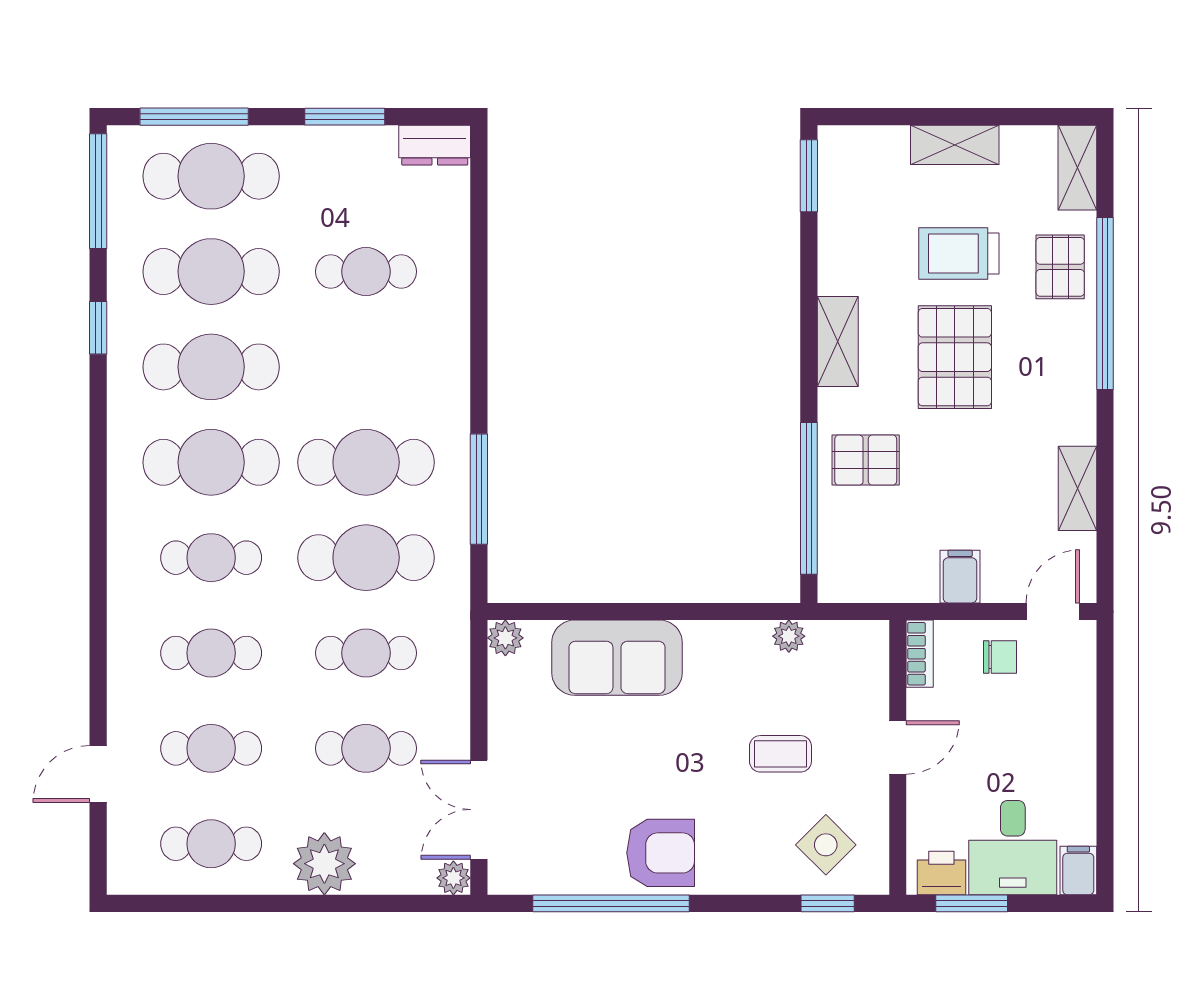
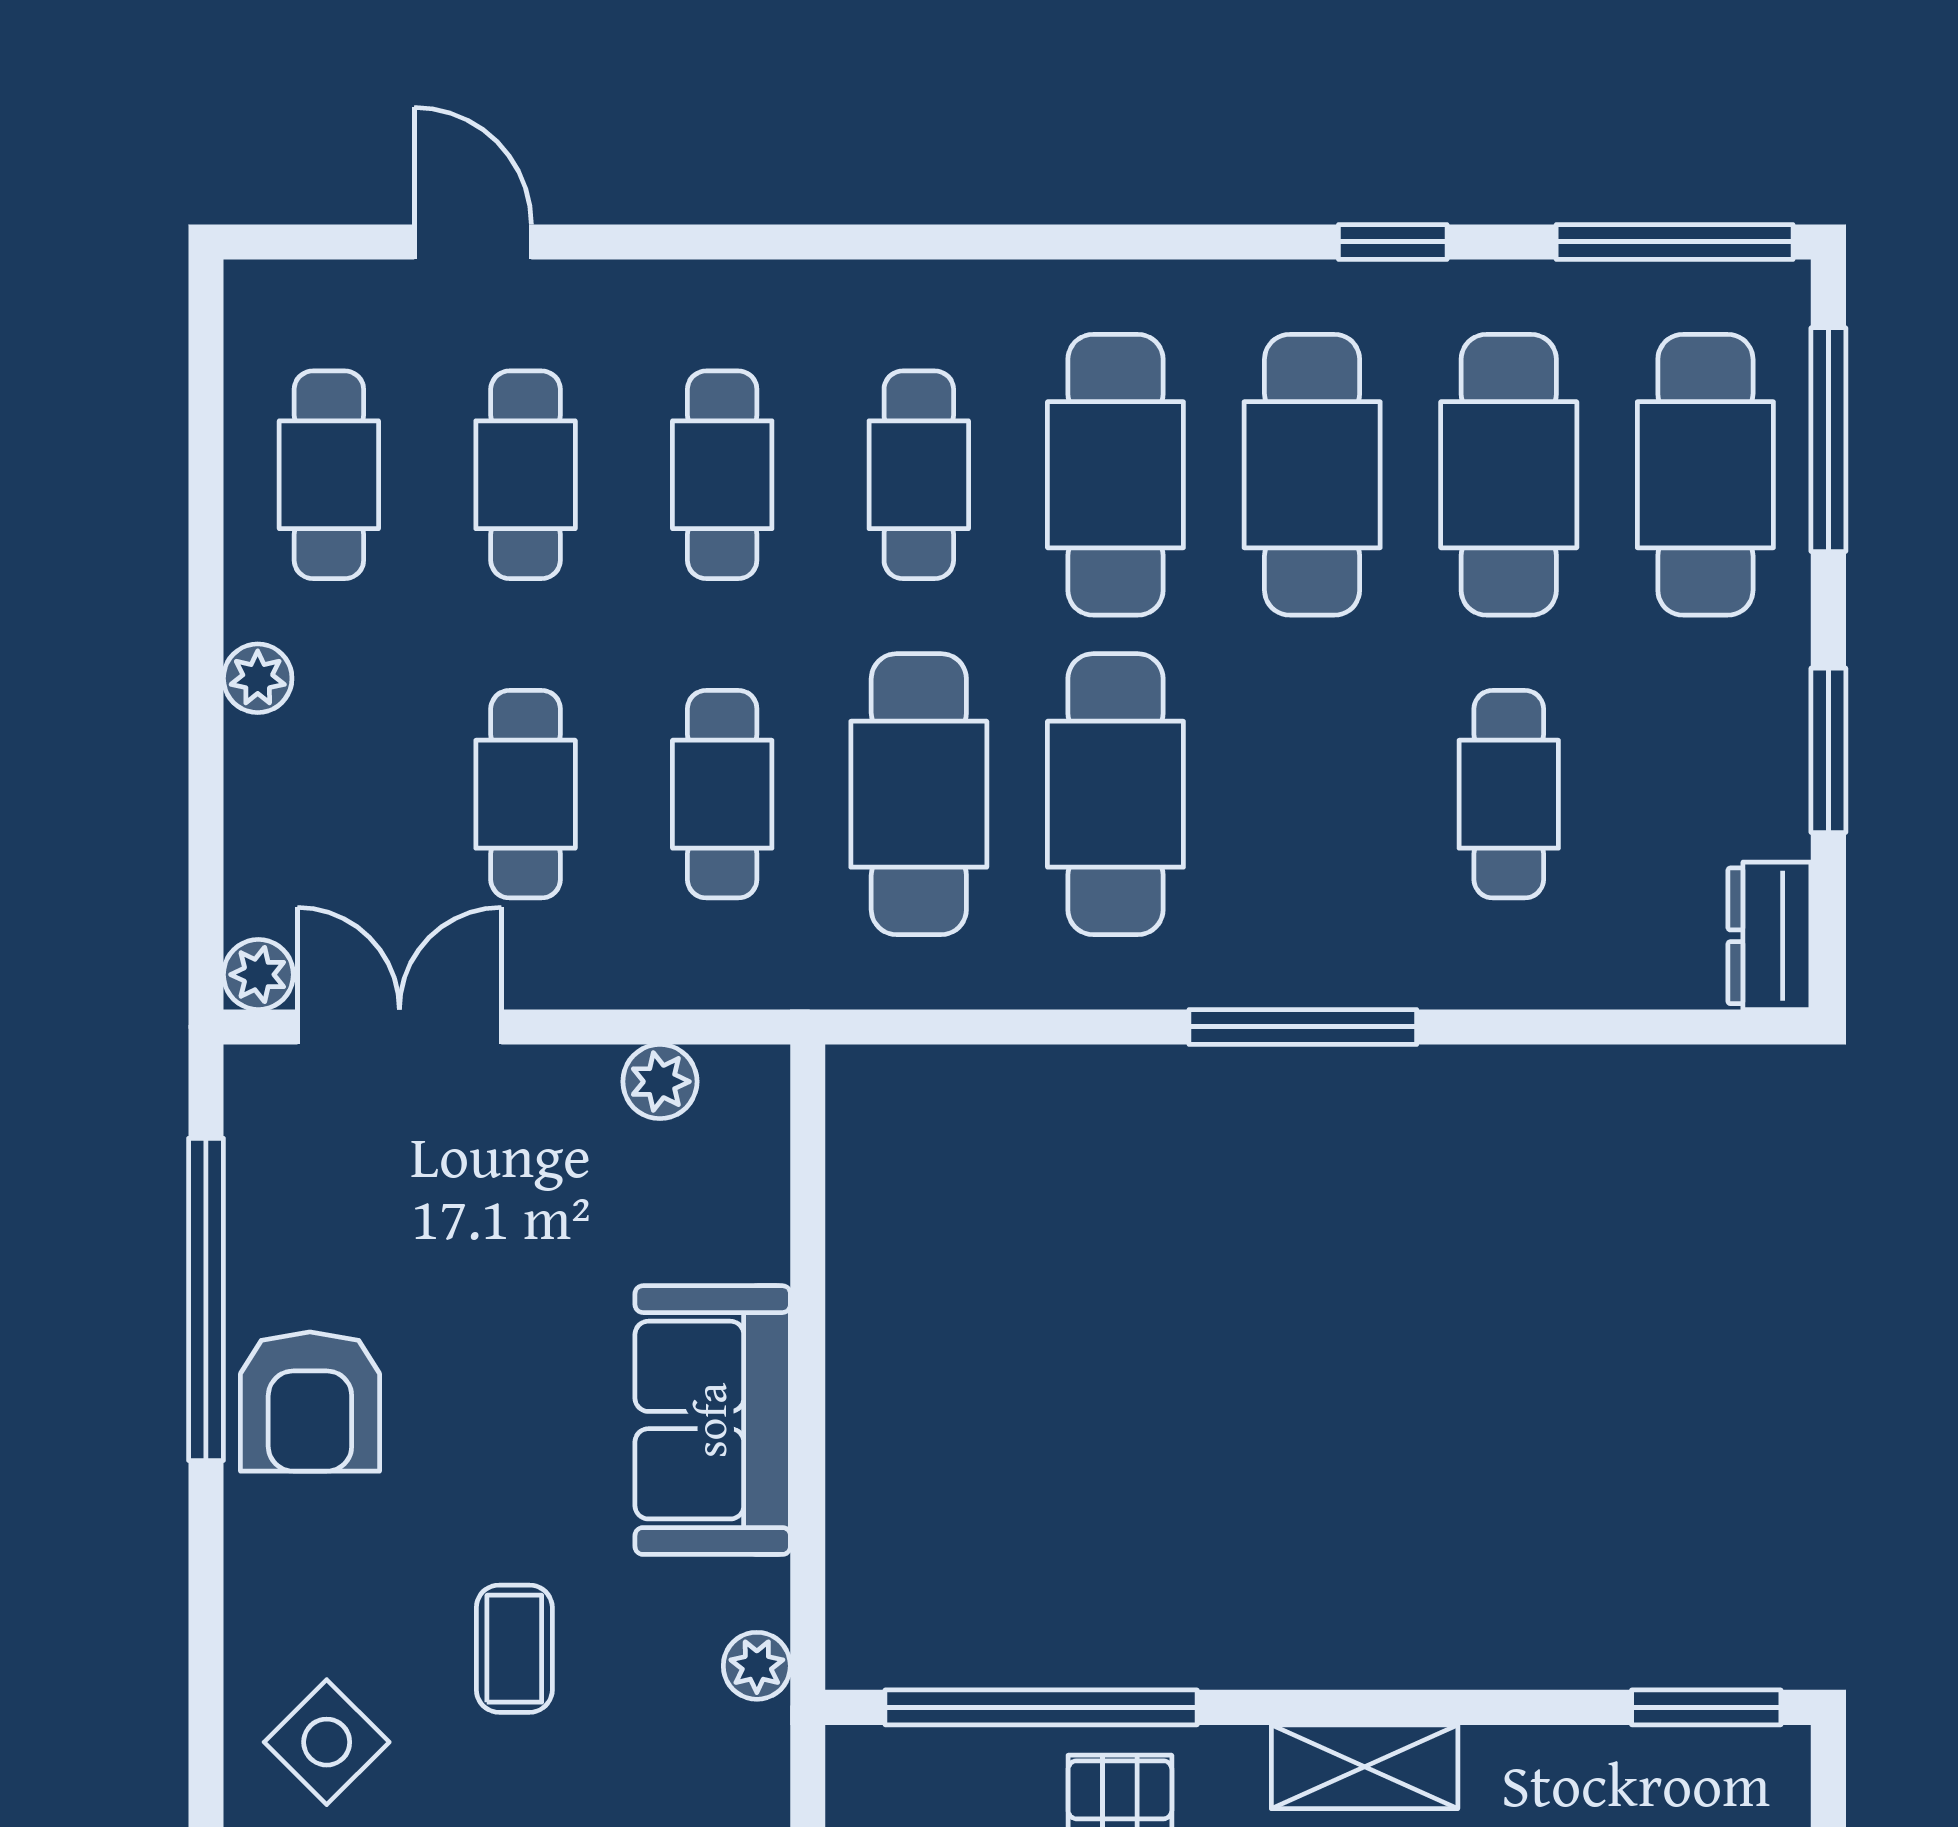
window: (479, 489) -> (1303, 1027), moved
plant: (505, 638) -> (660, 1082), moved
sofa: (617, 658) -> (713, 1420), moved
plant: (324, 864) -> (258, 678), width x0.53, depth x0.53
window: (828, 903) -> (206, 1746), removed

